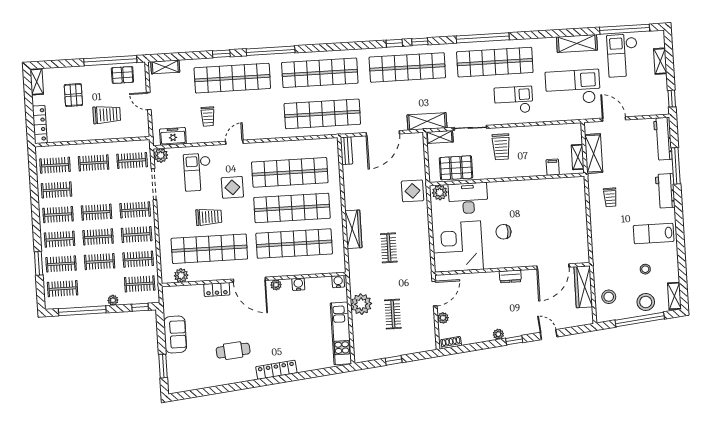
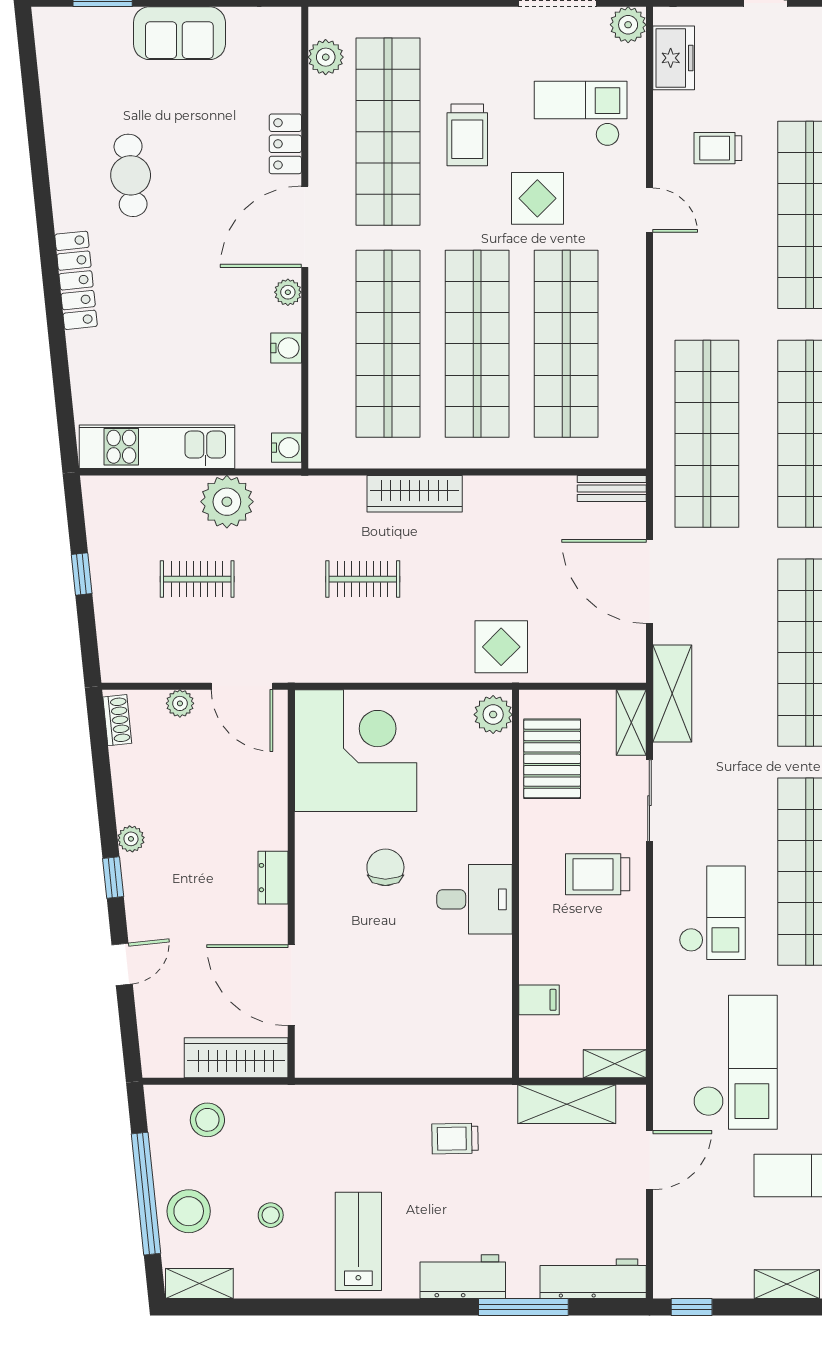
shelving: (578, 157) -> (615, 1064), moved
desk: (468, 198) -> (475, 899), moved, width x0.73

